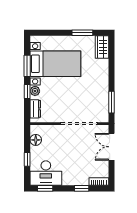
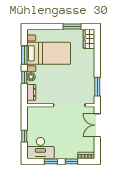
floor lamp: (36, 140) -> (32, 119), removed
window: (45, 188) -> (51, 161), moved

